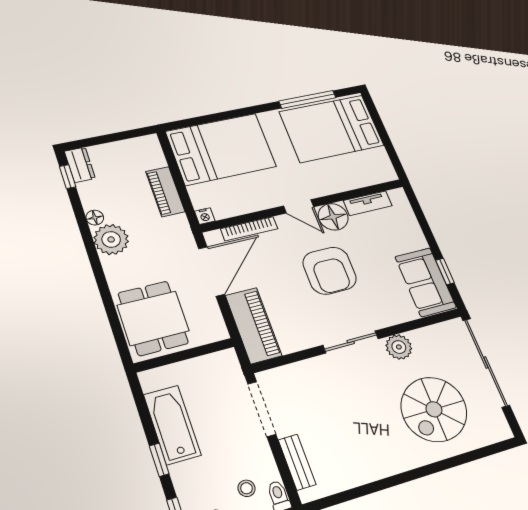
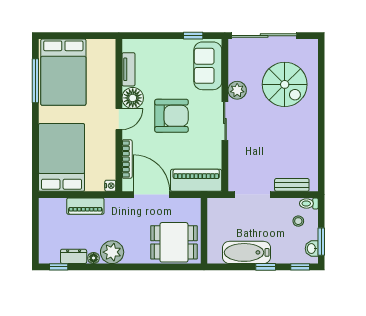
dresser: (80, 165) -> (74, 256), moved
sofa: (426, 282) -> (208, 66), moved, turned 90

